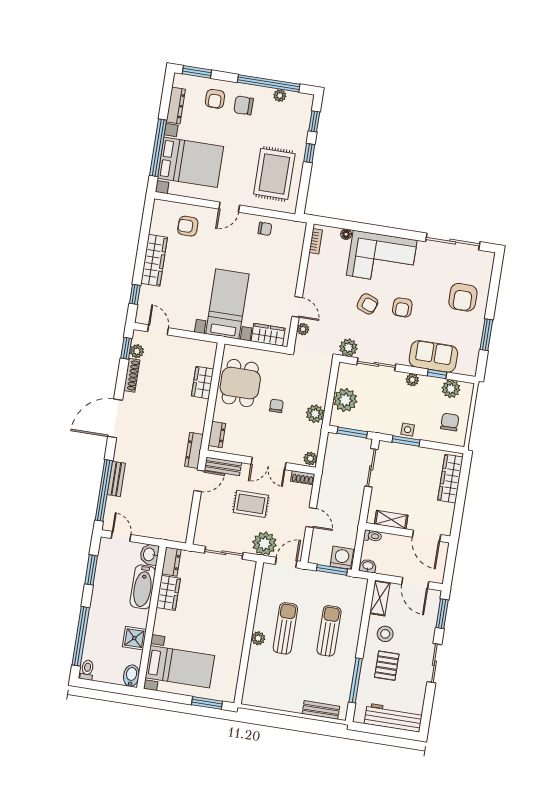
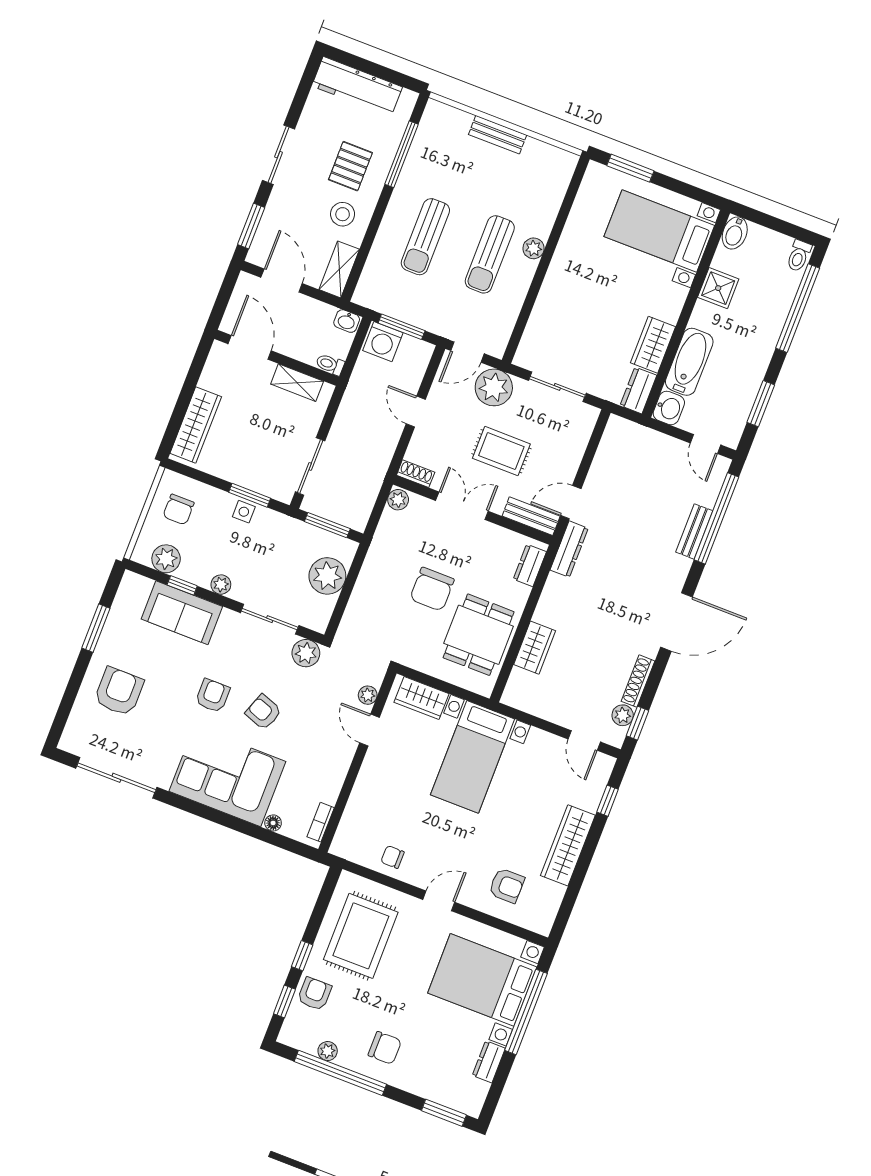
armchair: (215, 99) -> (315, 994), moved
dresser: (176, 105) -> (489, 1062), width x0.70
chair: (276, 406) -> (432, 589), width x1.87, depth x1.87
plant: (315, 414) -> (377, 565), removed
bench: (321, 710) -> (498, 135), moved

